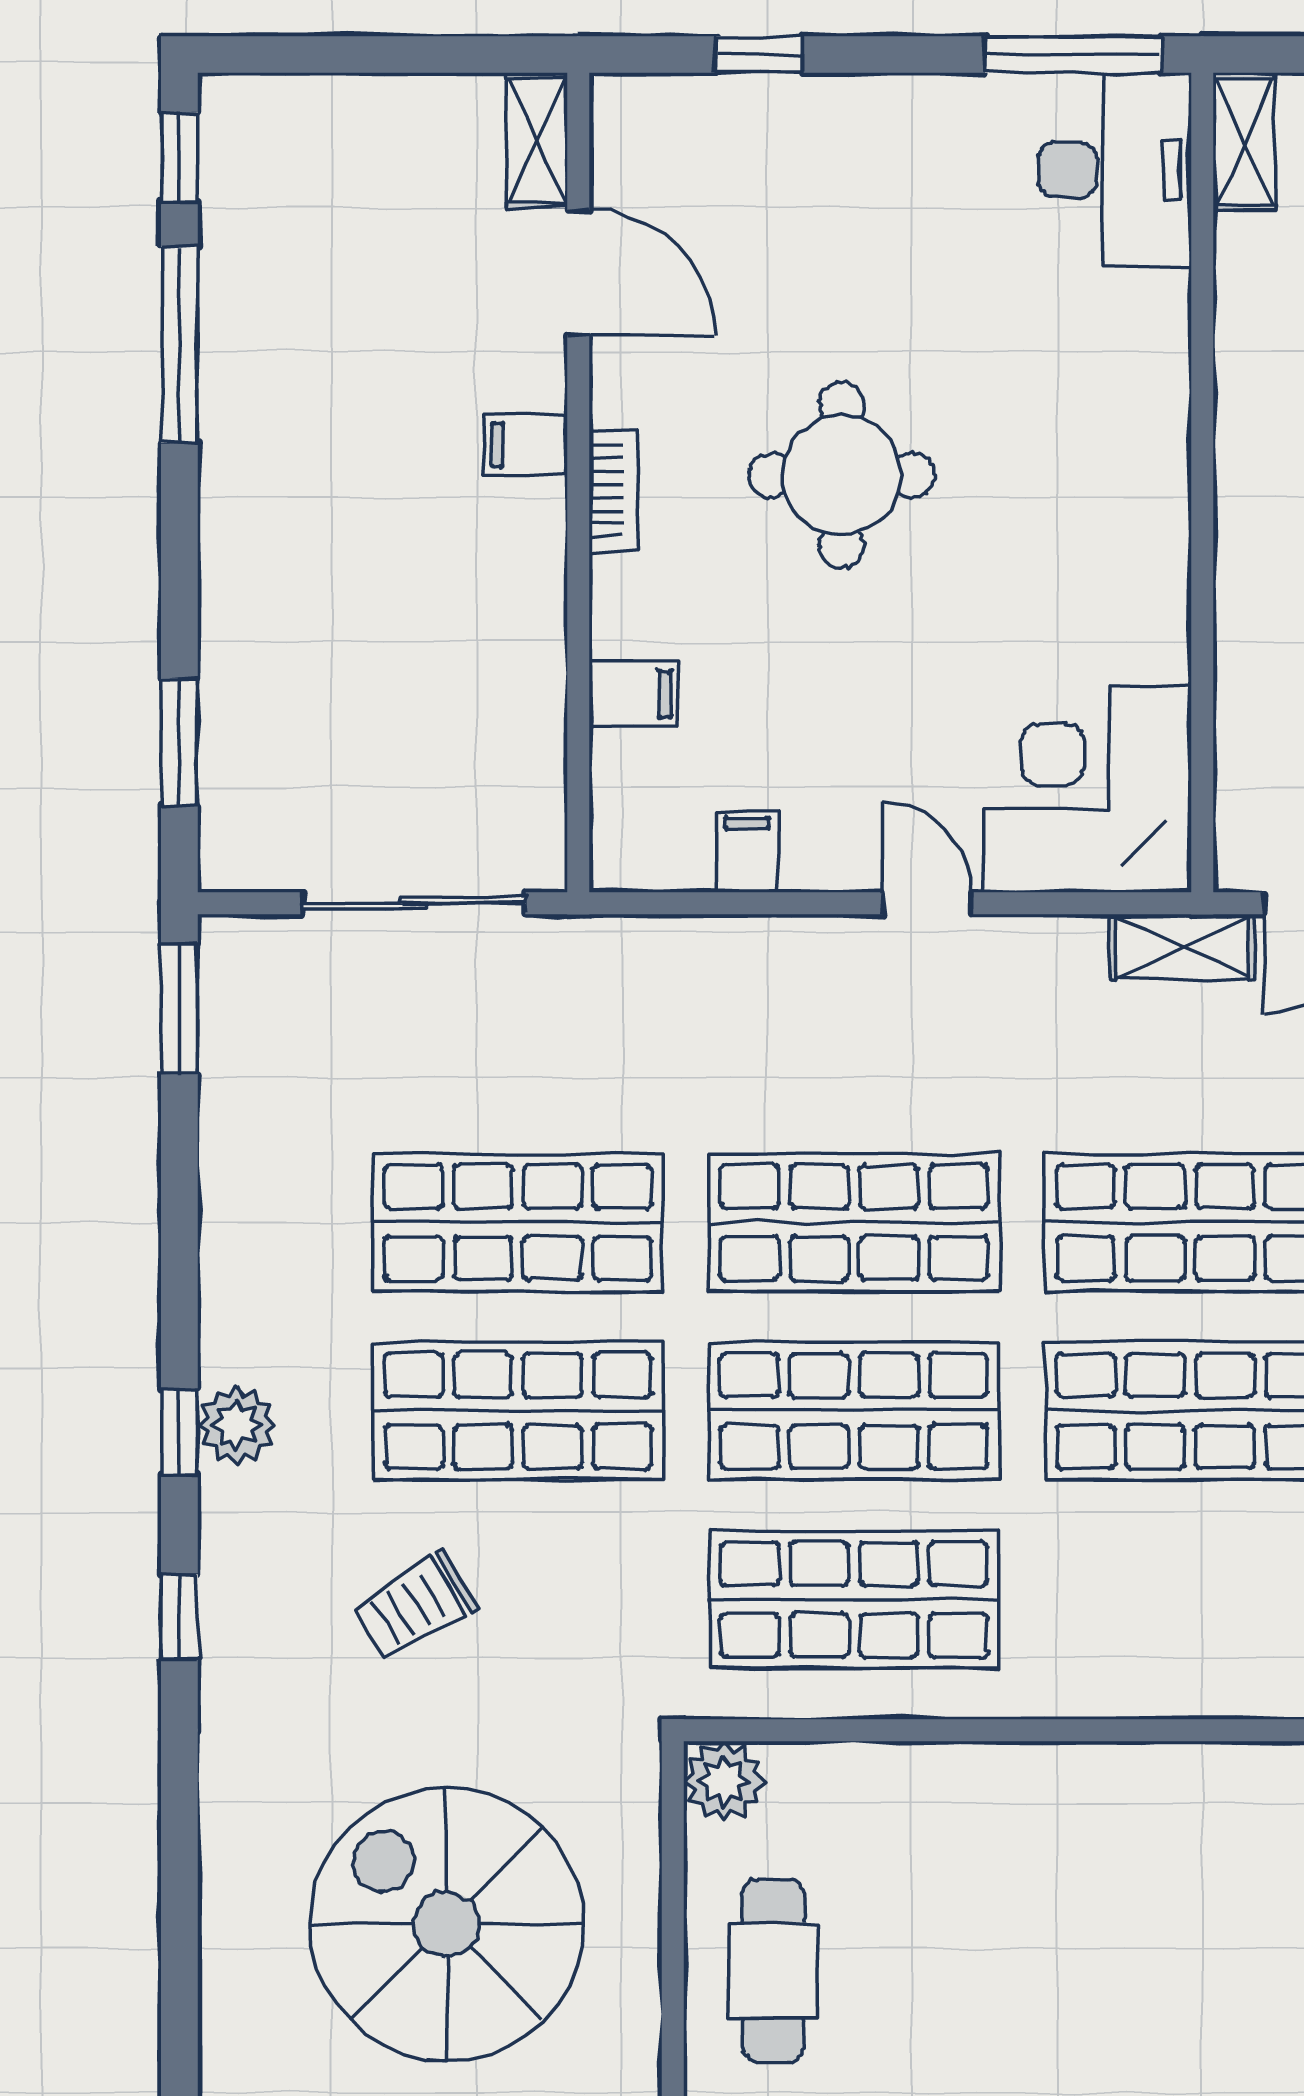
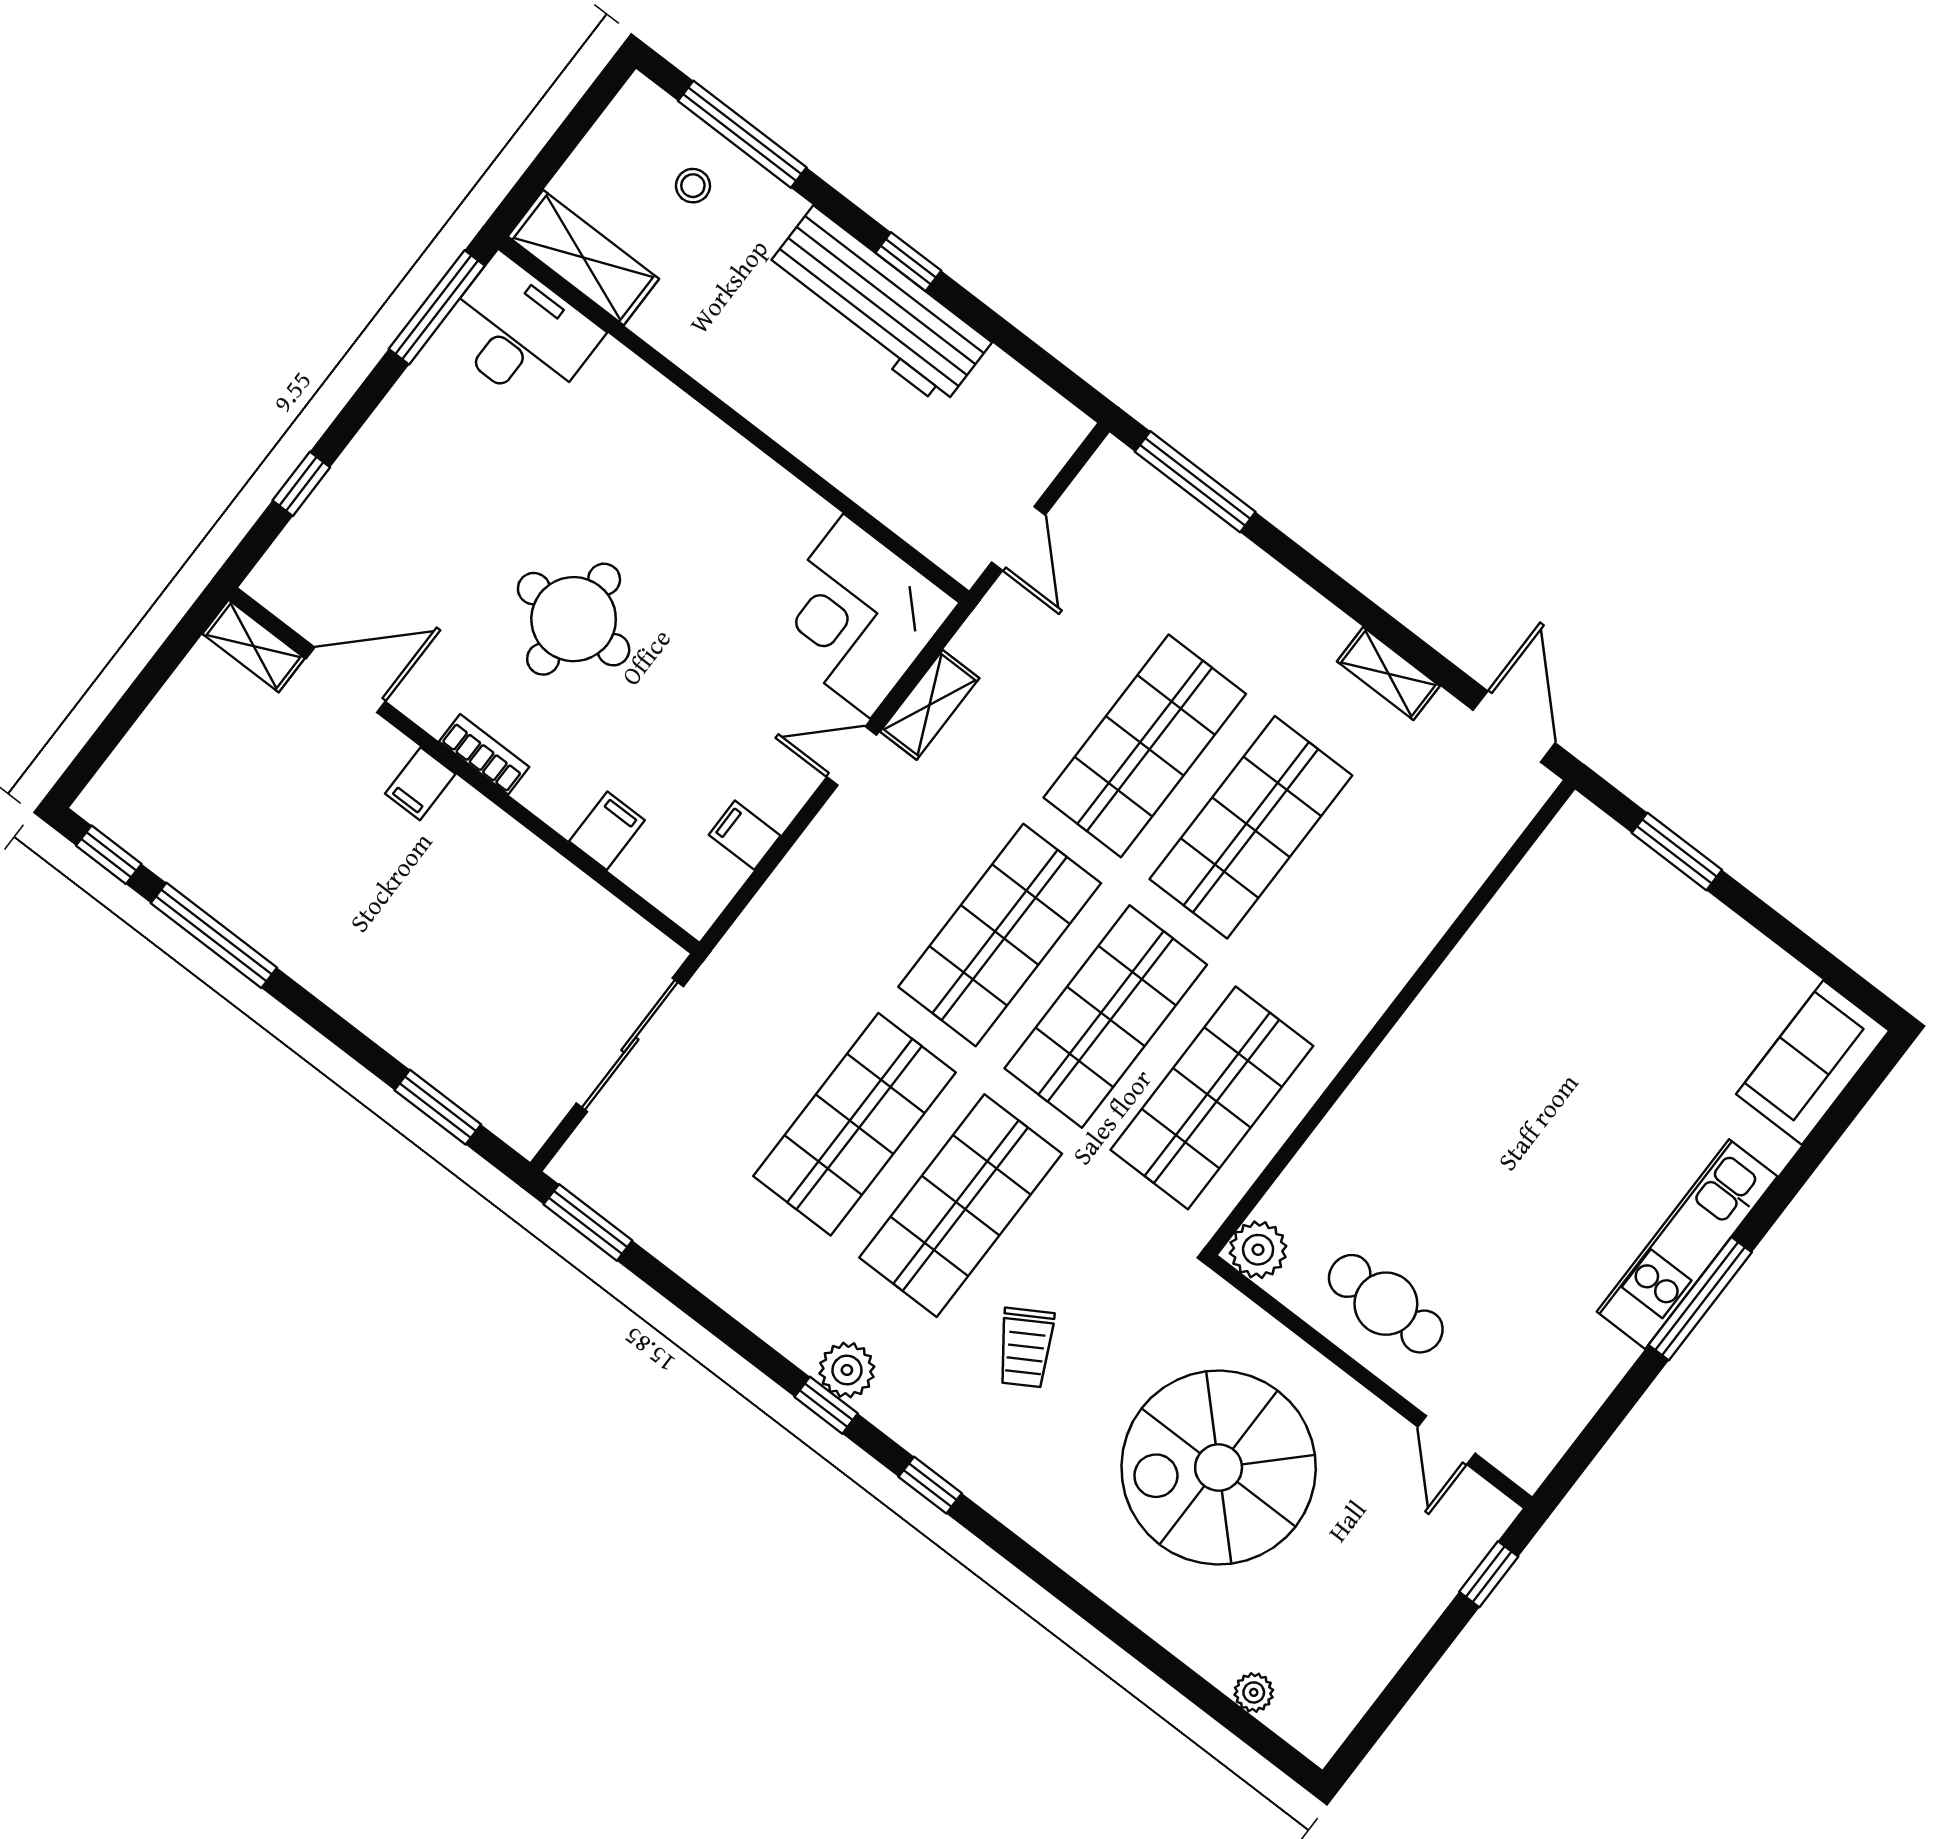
shelving: (1244, 141) -> (583, 258), width x1.50, depth x1.33
shelving: (1182, 947) -> (930, 705), moved

